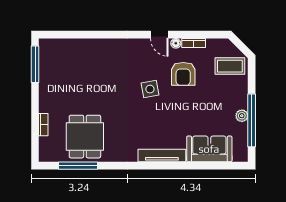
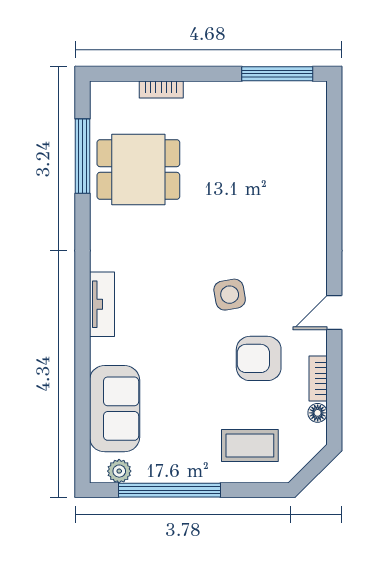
floor lamp: (176, 43) -> (318, 413), moved
coffee table: (230, 66) -> (250, 446), moved, turned 90
plant: (242, 116) -> (119, 471), moved
tv unit: (162, 155) -> (102, 304), width x0.71

